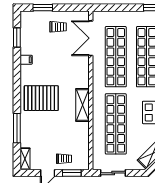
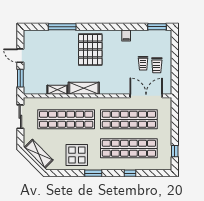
window: (43, 8) -> (175, 51), removed
window: (17, 38) -> (157, 27), moved
shelving: (25, 159) -> (57, 90), moved
trolley: (64, 159) -> (143, 63), moved

